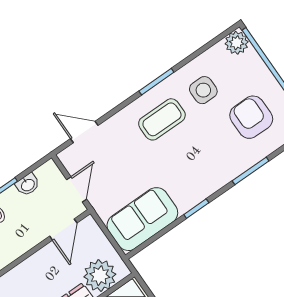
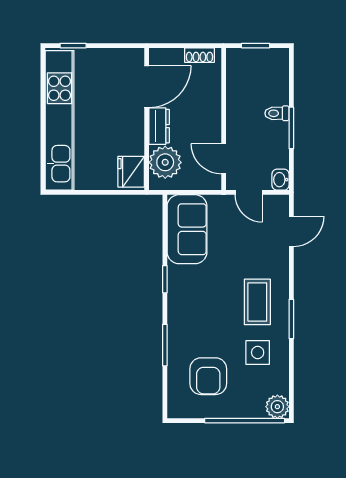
armchair: (251, 117) -> (208, 376), turned 90
washbasin: (28, 185) -> (281, 180), moved

